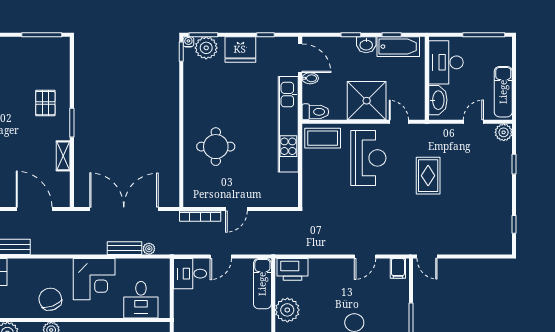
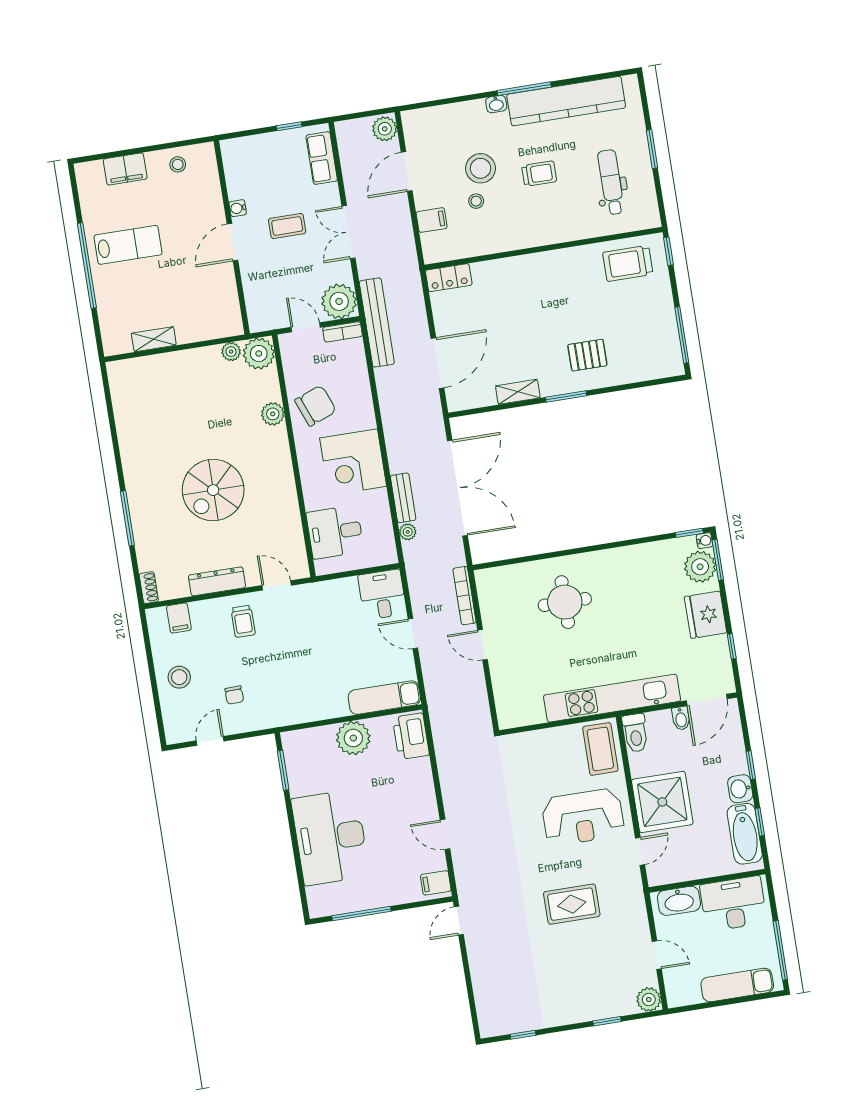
exam couch: (503, 92) -> (737, 985), moved

